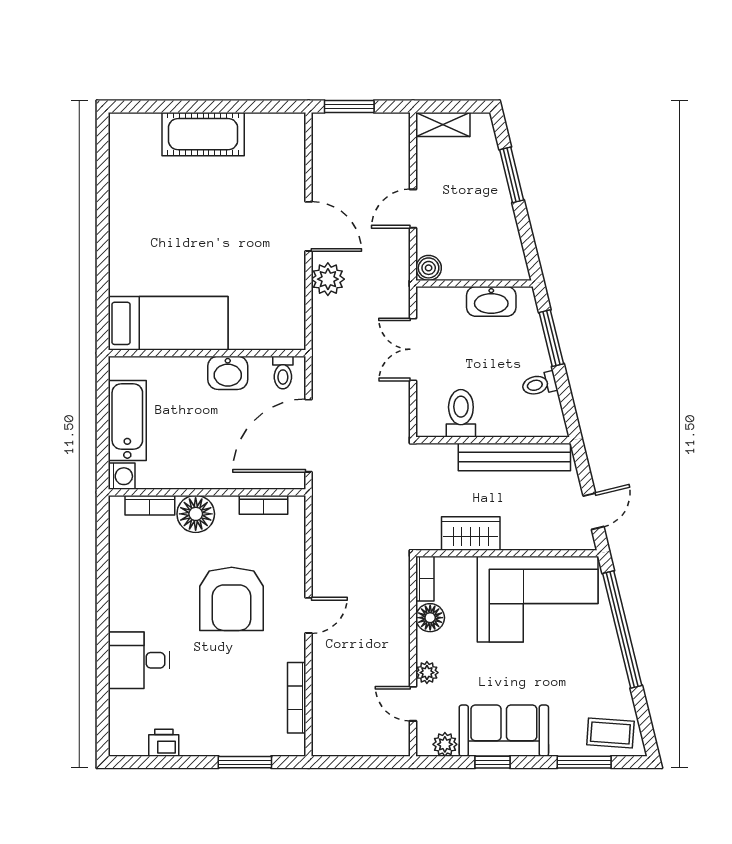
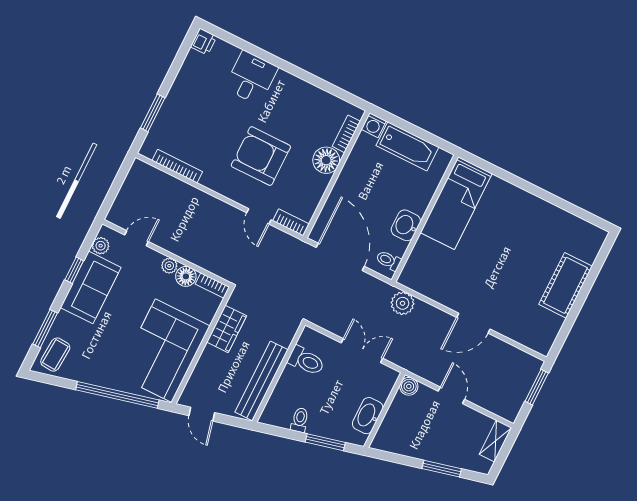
plant: (328, 279) -> (403, 303), moved
bookcase: (263, 505) -> (291, 222), moved, turned 90
door: (309, 615) -> (259, 216), moved
plant: (427, 673) -> (169, 266), moved
printer: (164, 743) -> (204, 42), moved

